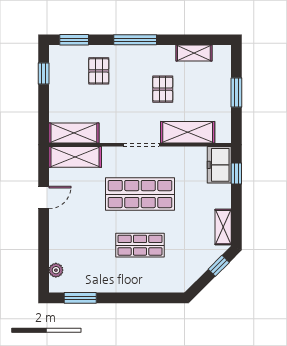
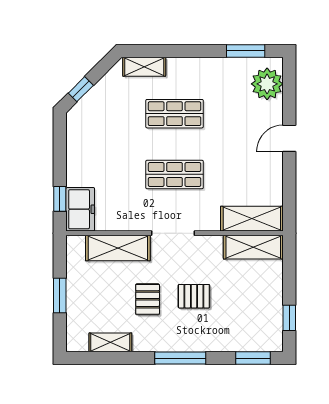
pallet: (99, 71) -> (194, 296), moved, turned 90
shop shelf: (140, 194) -> (175, 174), width x0.70, depth x0.74
door: (44, 198) -> (289, 138), moved
shelving: (223, 227) -> (144, 67), moved, turned 90
plant: (56, 270) -> (267, 84), width x1.88, depth x1.88

